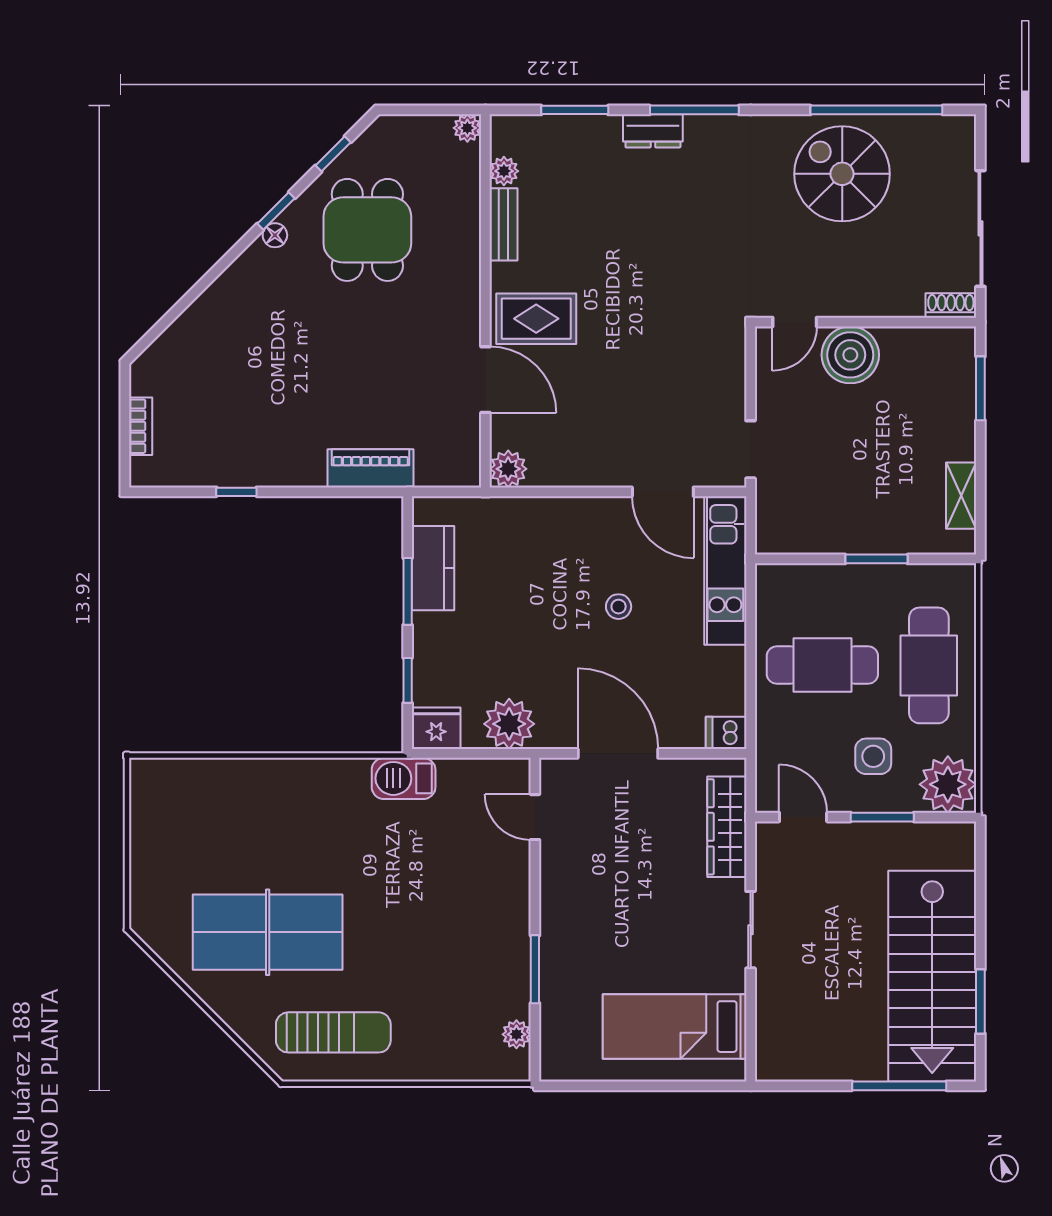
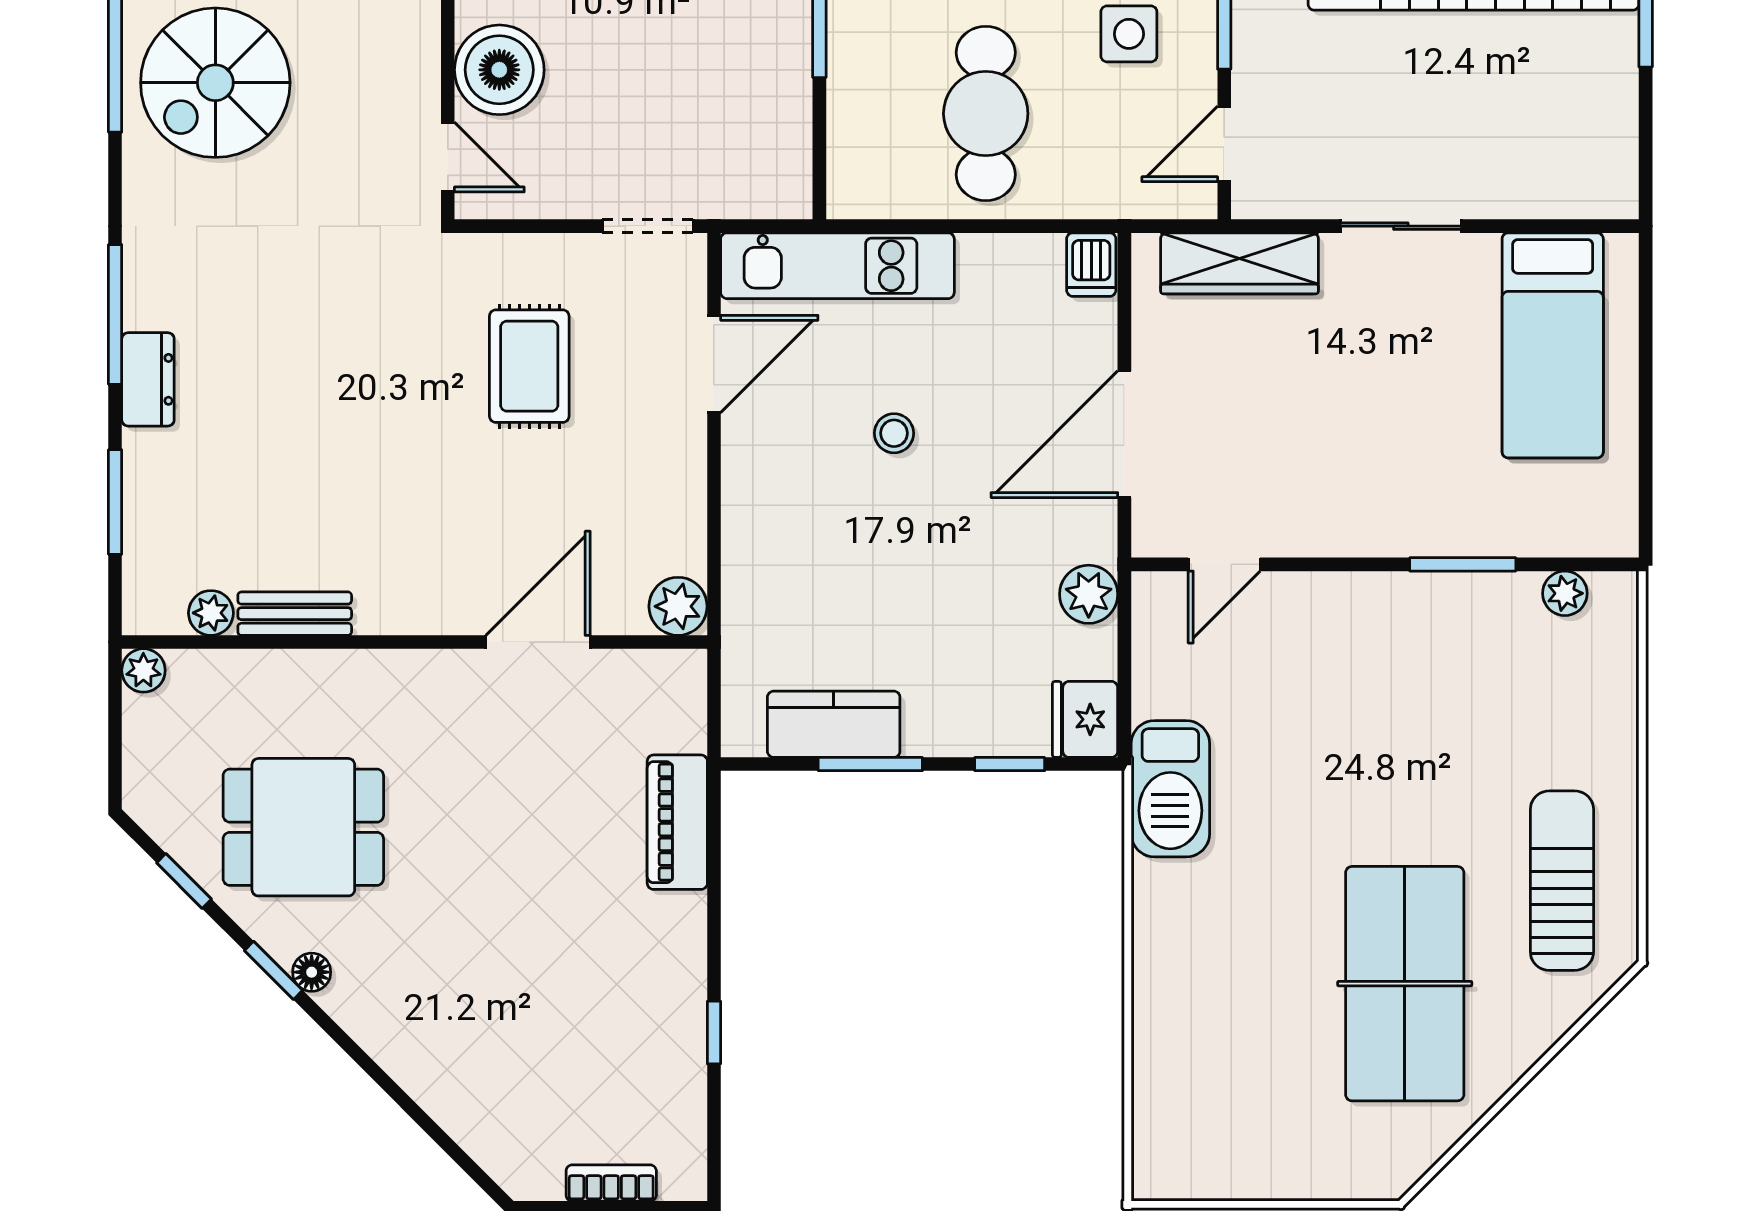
rug: (536, 319) -> (529, 366), moved
plant: (509, 724) -> (1089, 594), width x0.73, depth x0.73
barbecue: (404, 778) -> (1170, 789), width x1.37, depth x1.21

